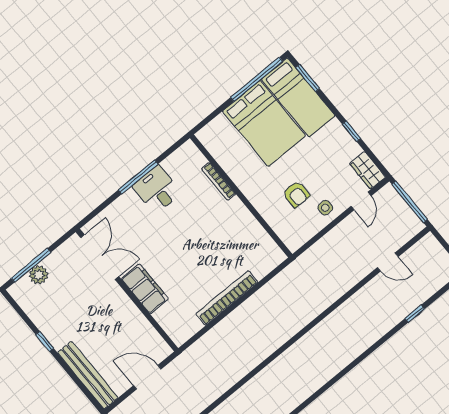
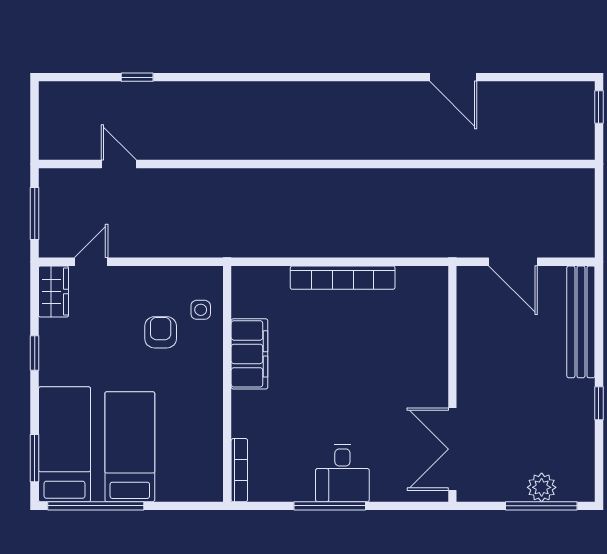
bed: (264, 124) -> (130, 447), width x0.67
bookcase: (219, 181) -> (239, 470), moved
desk: (157, 190) -> (342, 473), moved
window: (410, 202) -> (35, 214), width x0.69
side table: (325, 208) -> (201, 310), moved
filing cabinet: (145, 289) -> (249, 354), moved, turned 180

